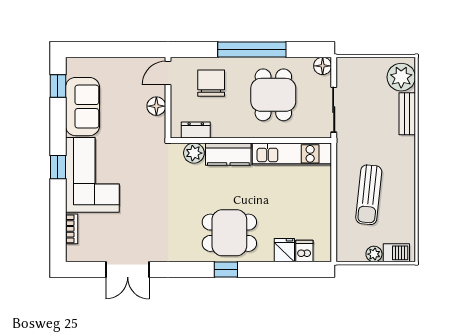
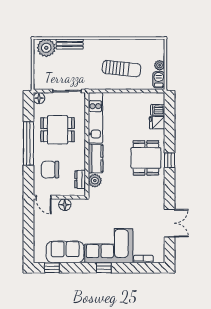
barbecue: (396, 253) -> (159, 80), moved

